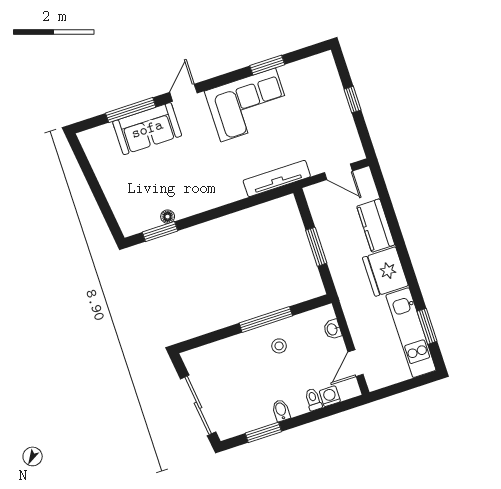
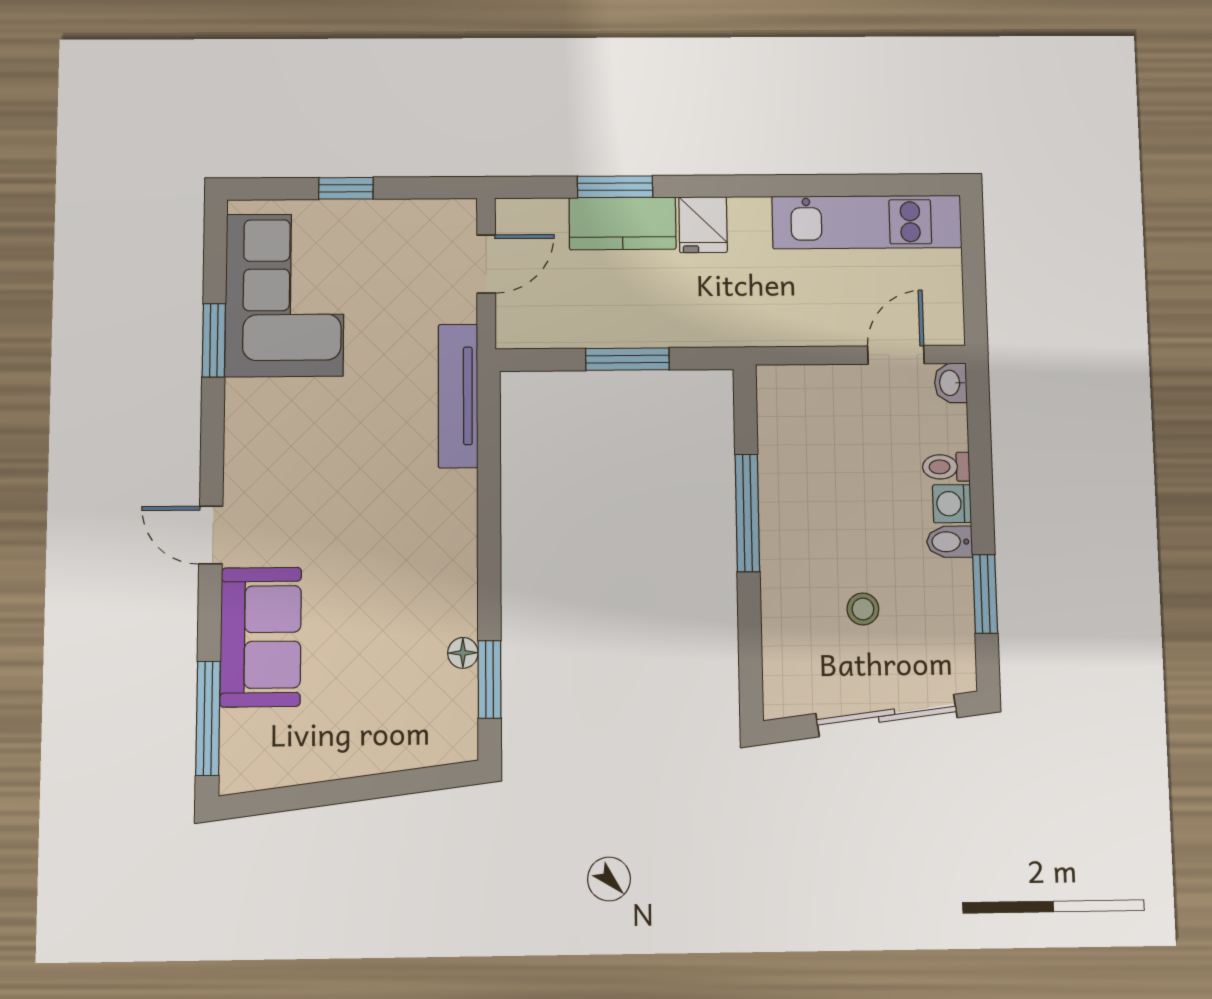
corner sofa: (248, 105) -> (285, 295), moved
window: (131, 110) -> (208, 718), moved
fridge: (385, 272) -> (703, 225), width x0.53, depth x0.75
window: (427, 326) -> (615, 187), moved
washbasin: (332, 329) -> (951, 383), moved, turned 90
stool: (279, 346) -> (863, 609), moved
door: (356, 363) -> (896, 355), swing flipped
washing machine: (330, 396) -> (952, 504), moved

